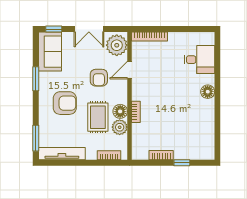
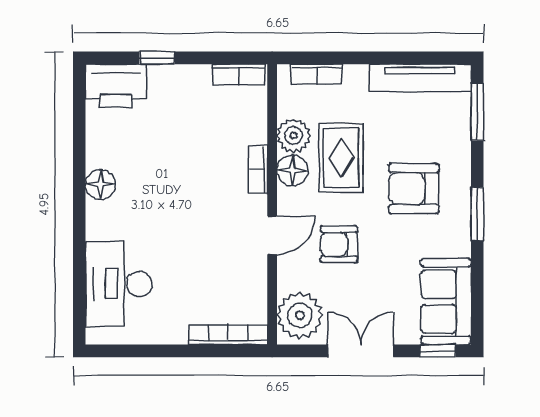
desk: (199, 60) -> (119, 284), width x1.37
door: (129, 70) -> (272, 235), moved
armchair: (99, 78) -> (339, 244), turned -90
window: (36, 79) -> (477, 214), moved
floor lamp: (208, 92) -> (101, 185), moved
printer: (201, 150) -> (116, 86), added
bookcase: (161, 155) -> (239, 75), moved

